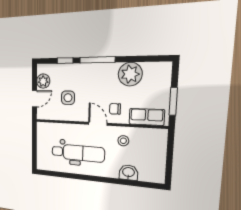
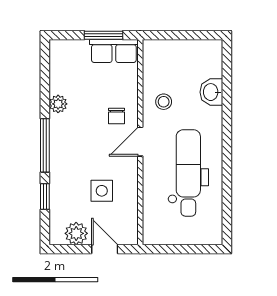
plant: (130, 74) -> (58, 104), width x0.53, depth x0.53
row of seats: (147, 117) -> (114, 51), moved, turned -90

